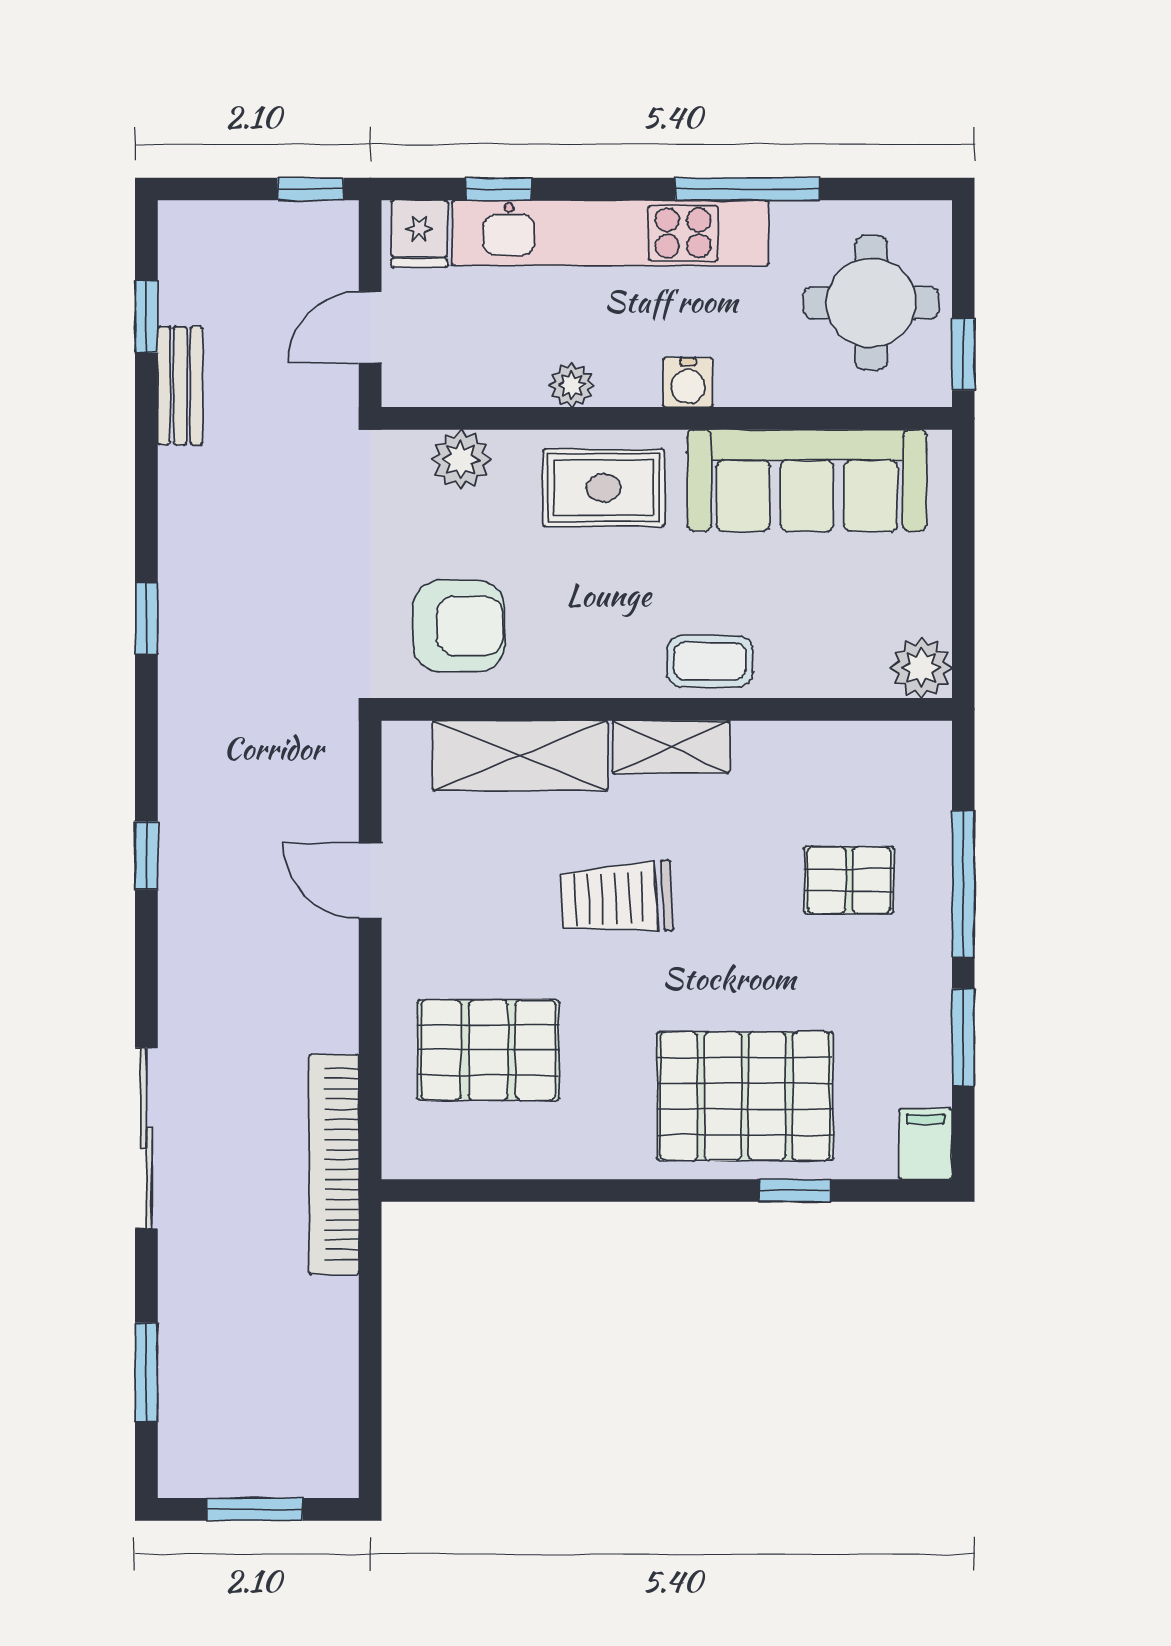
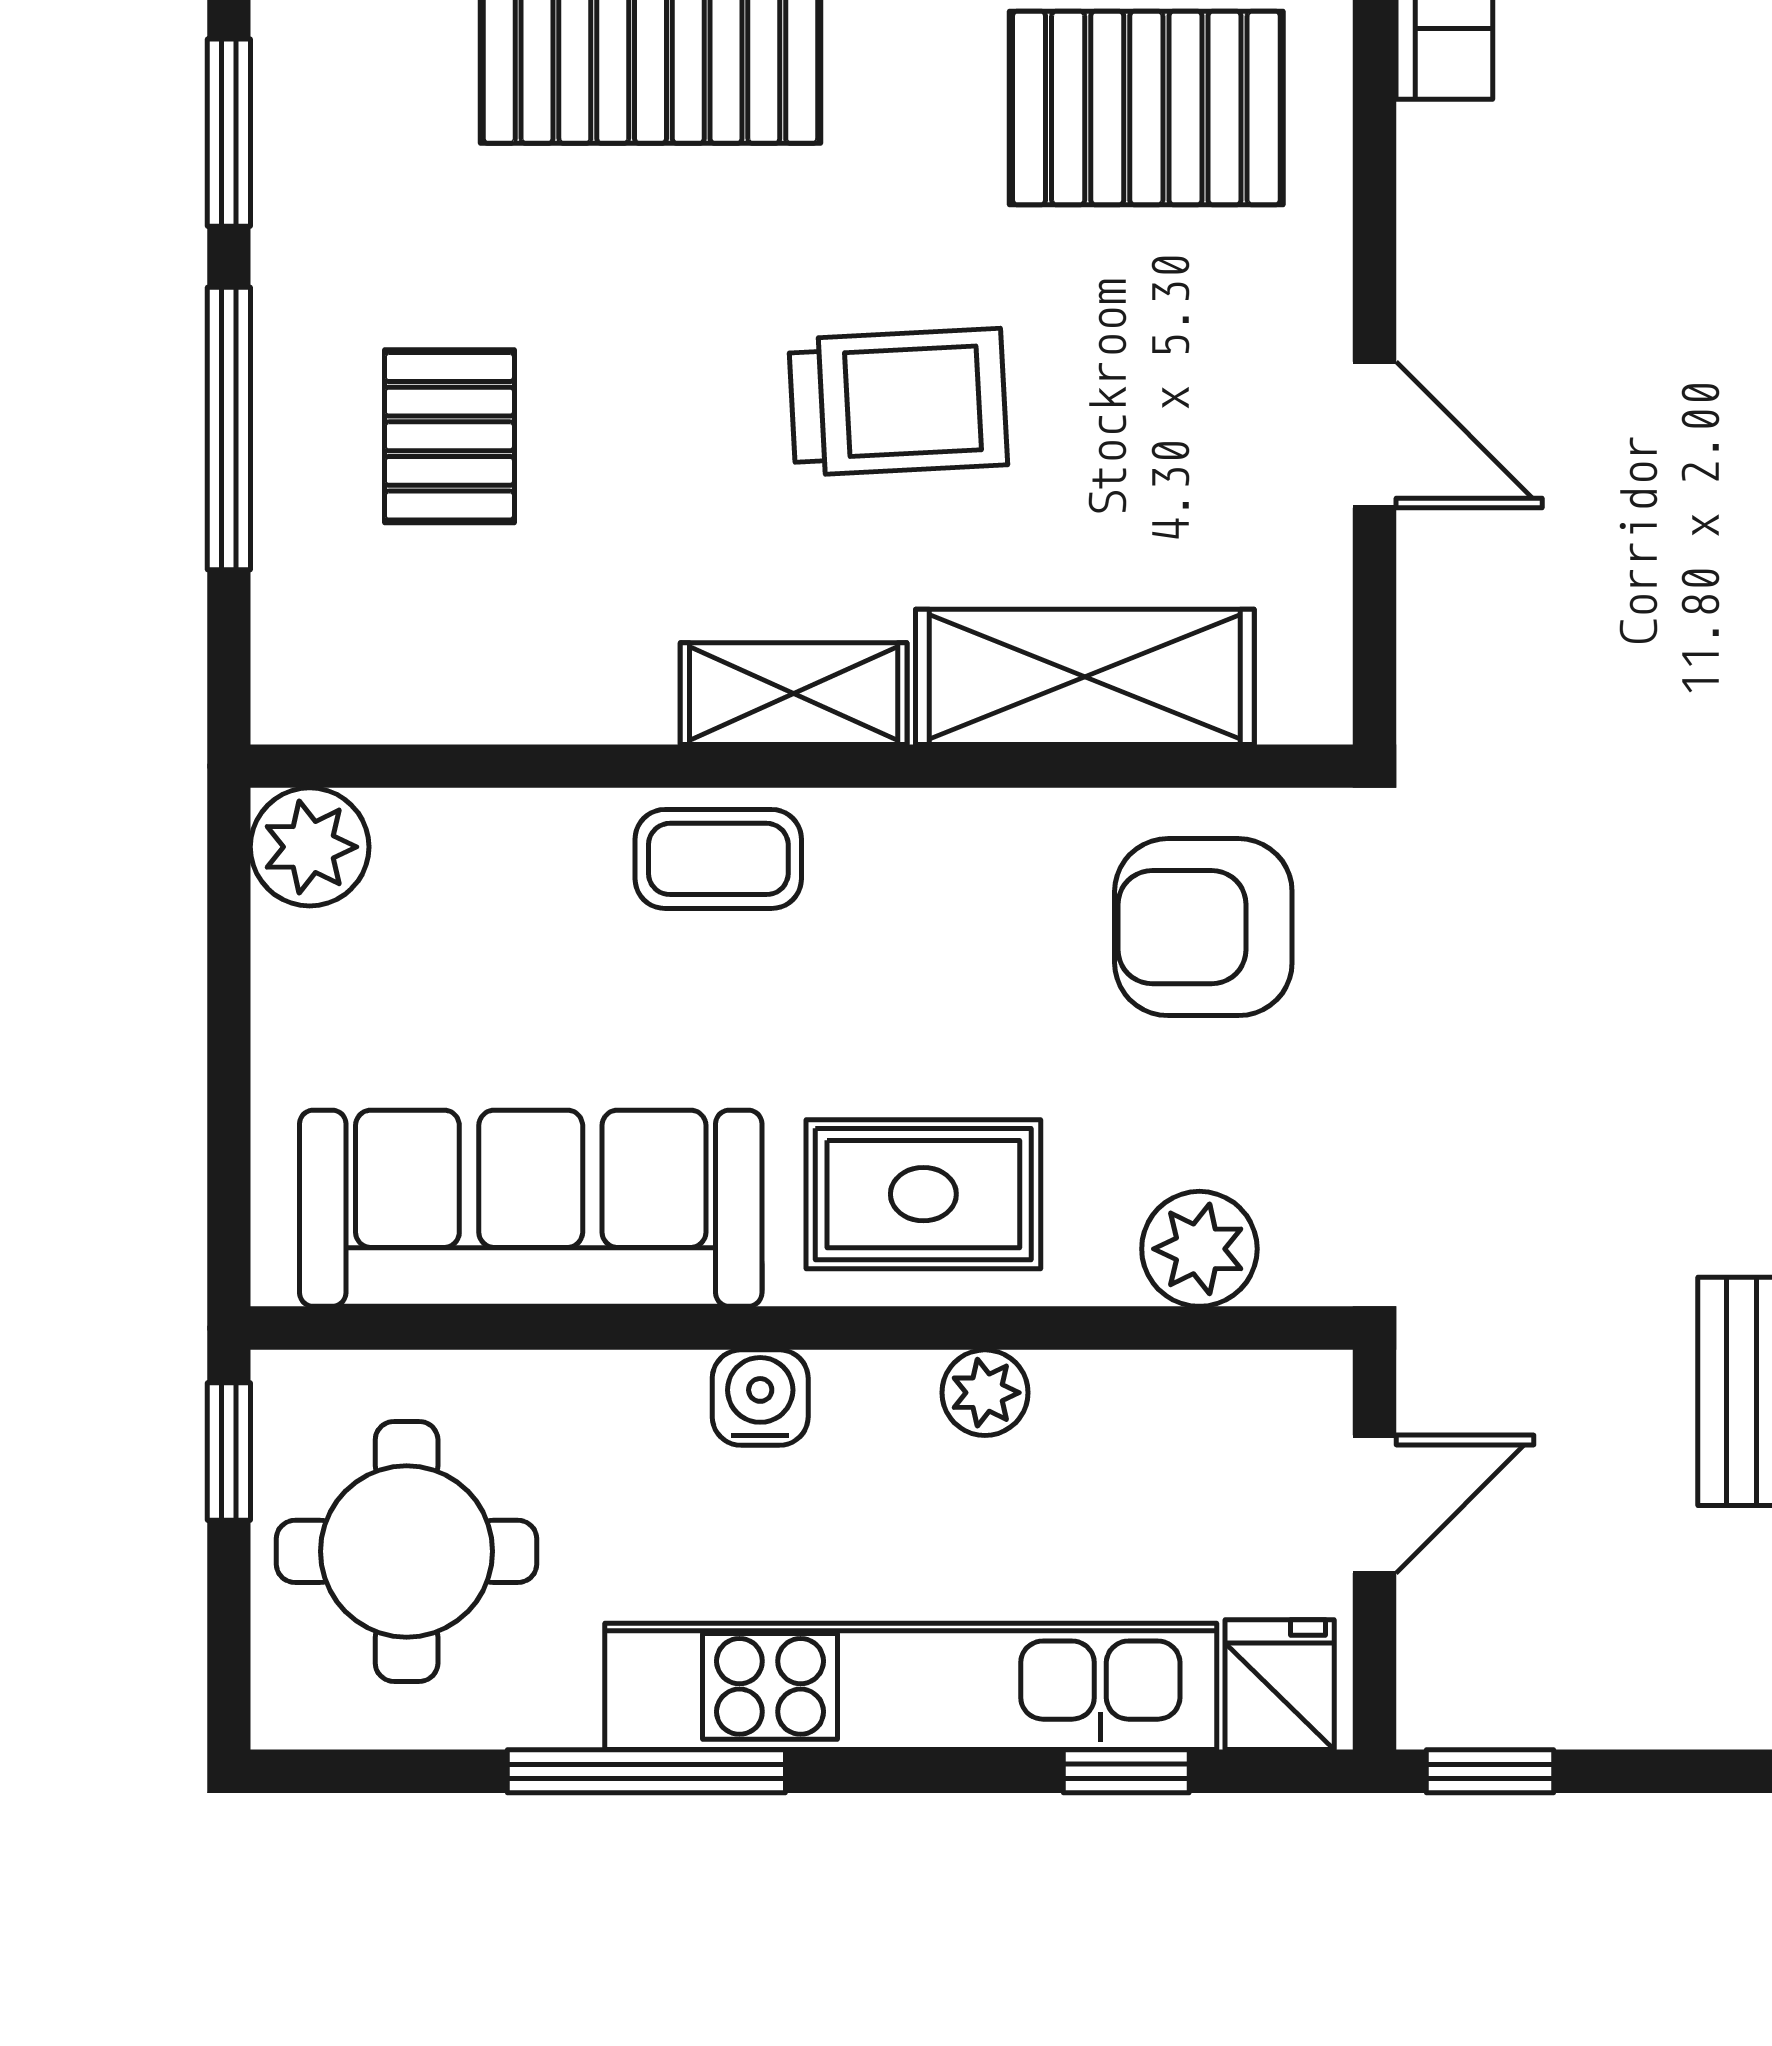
pallet: (849, 880) -> (449, 436), turned 90

